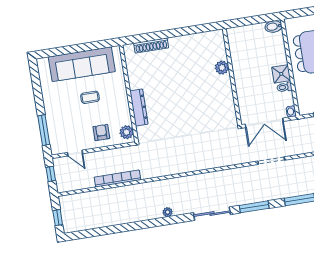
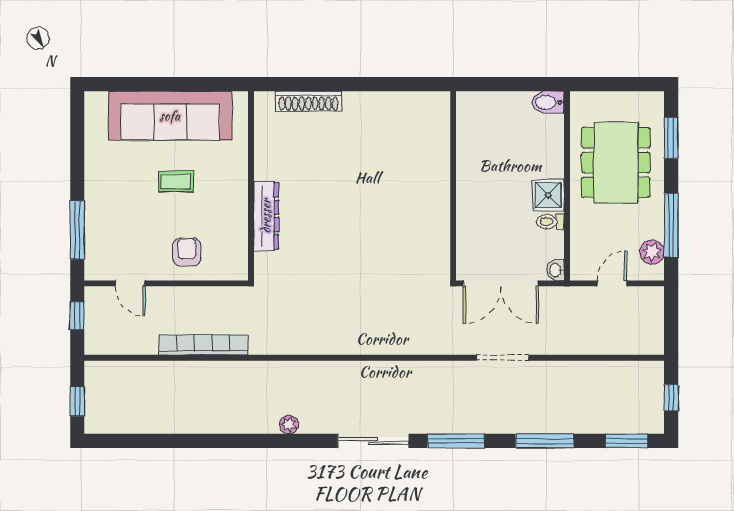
plant: (222, 68) -> (437, 165), removed
plant: (127, 132) -> (235, 259), removed

